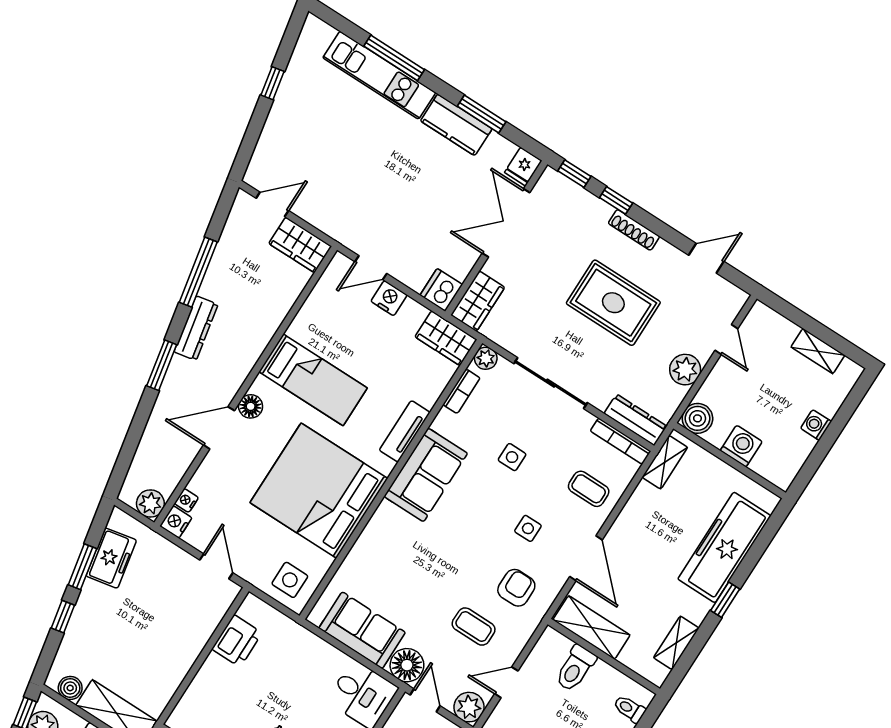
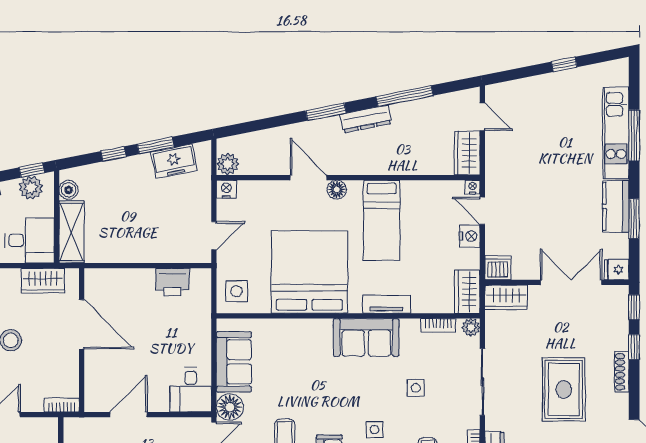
nightstand: (186, 500) -> (472, 187), moved

